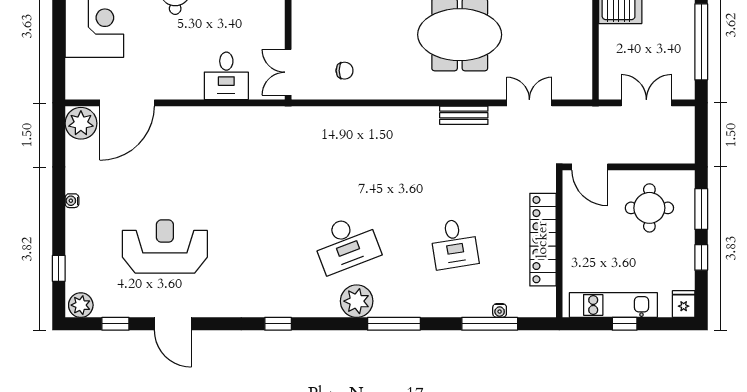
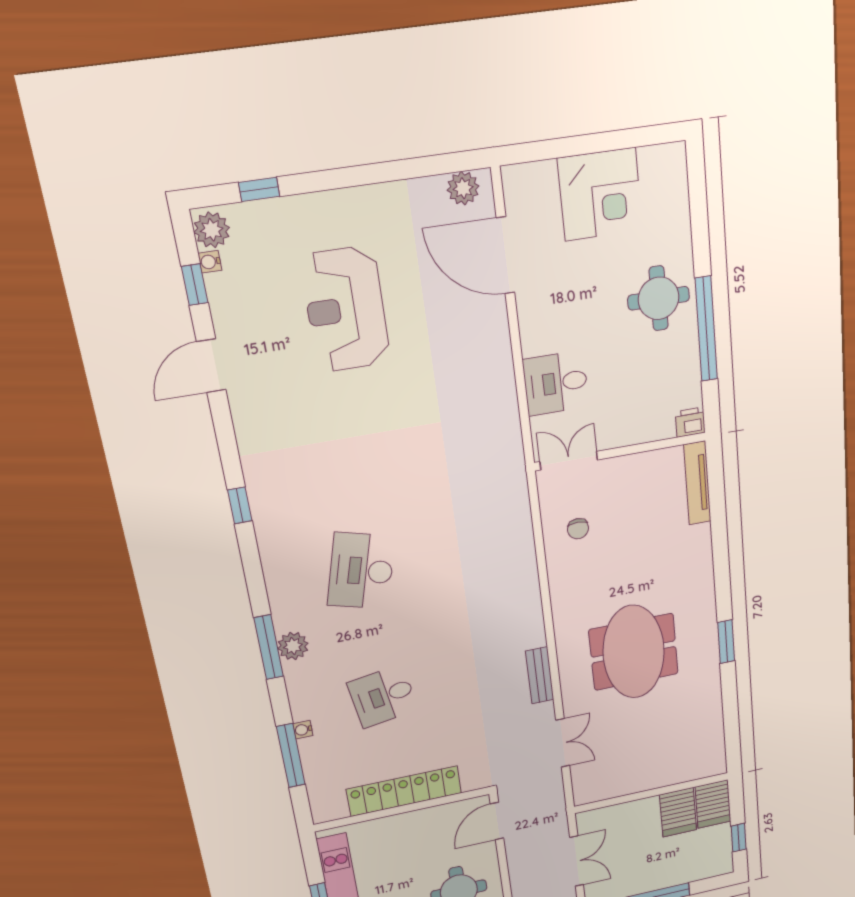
plant: (81, 123) -> (463, 188), width x0.73, depth x0.73
water cooler: (72, 201) -> (210, 262), moved, turned -90
desk: (346, 244) -> (361, 571), turned 36
reception desk: (165, 247) -> (346, 309), moved, turned 180
plant: (357, 301) -> (293, 646), moved, width x0.73, depth x0.73
water cooler: (500, 310) -> (303, 730), moved

